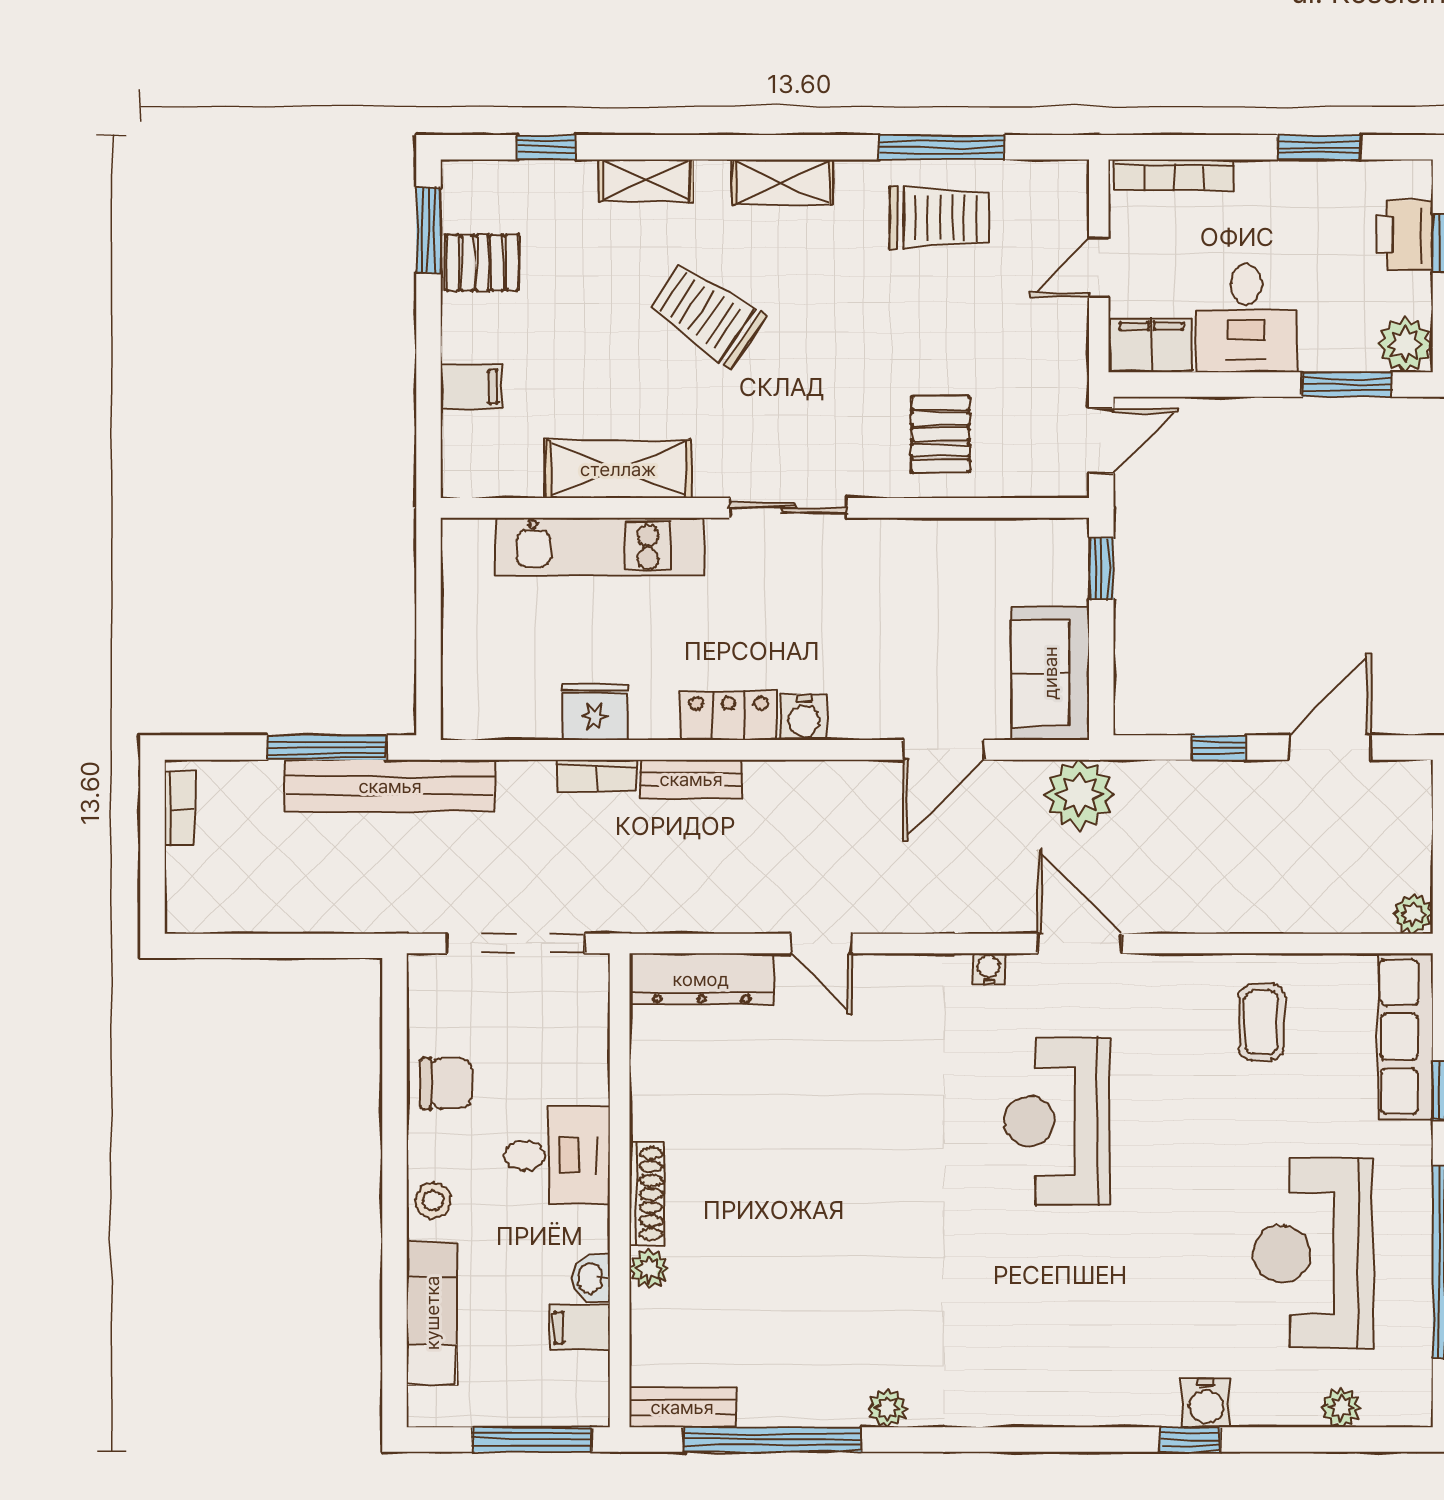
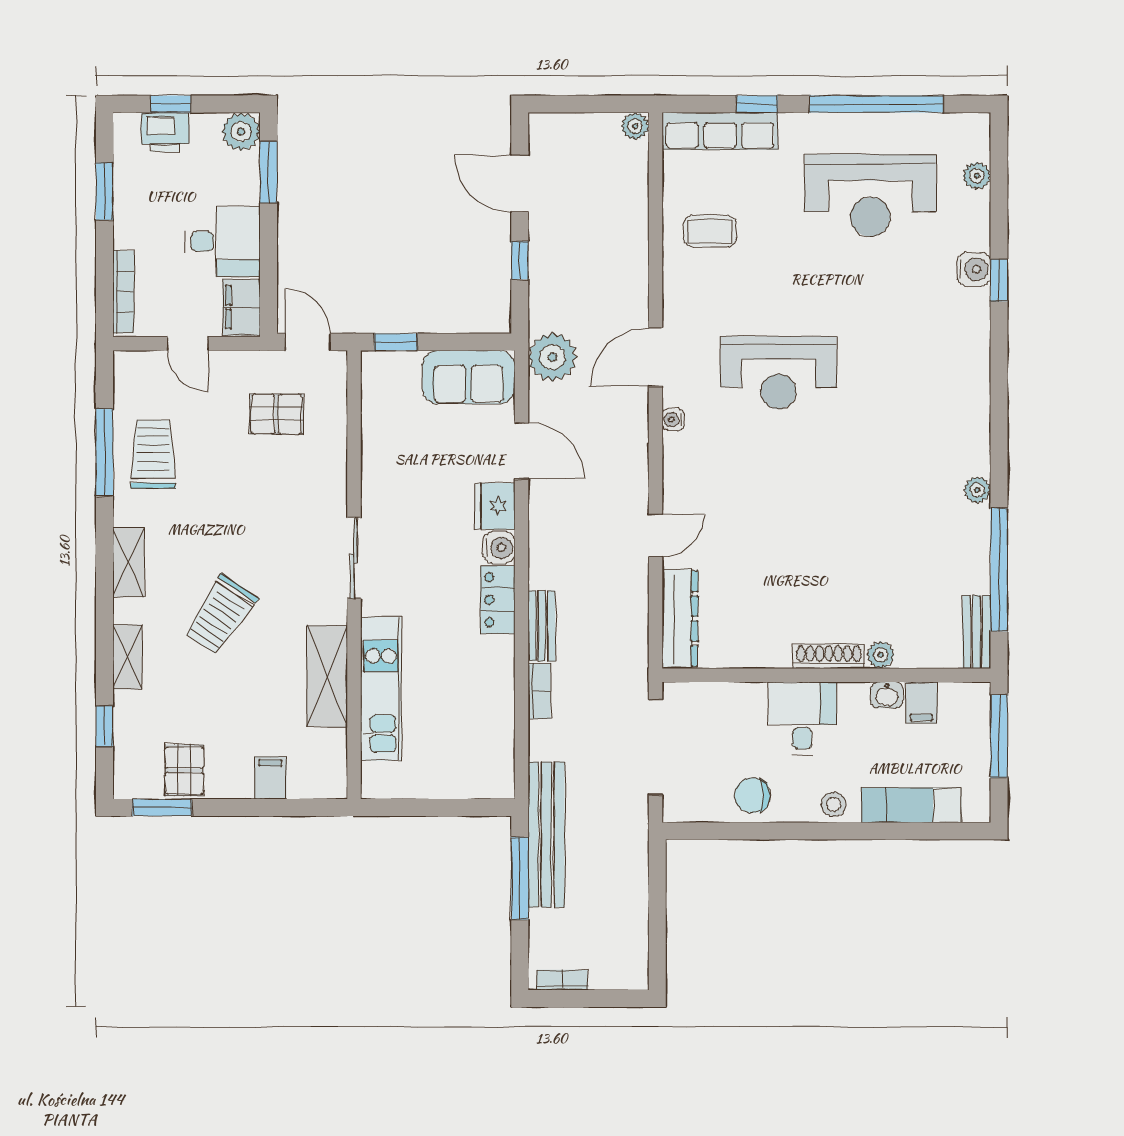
pallet: (940, 434) -> (277, 414), moved
fridge: (595, 711) -> (495, 506), moved
chair: (446, 1083) -> (752, 795), turned -90

